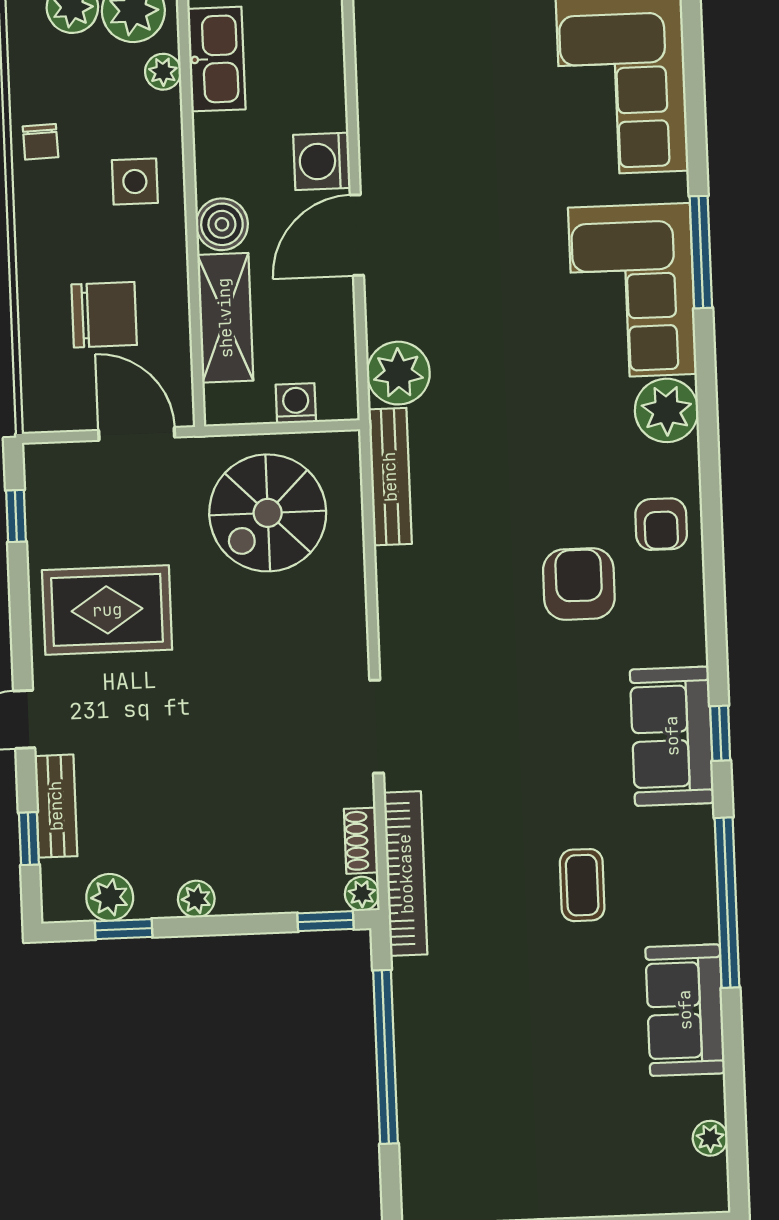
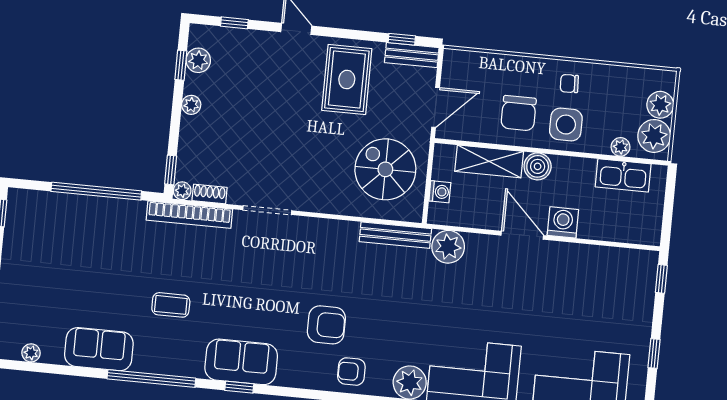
chair: (40, 142) -> (569, 84), moved
side table: (135, 182) -> (566, 125), width x1.37, depth x1.37
chair: (104, 315) -> (519, 113), moved
bench: (56, 806) -> (412, 55), moved

